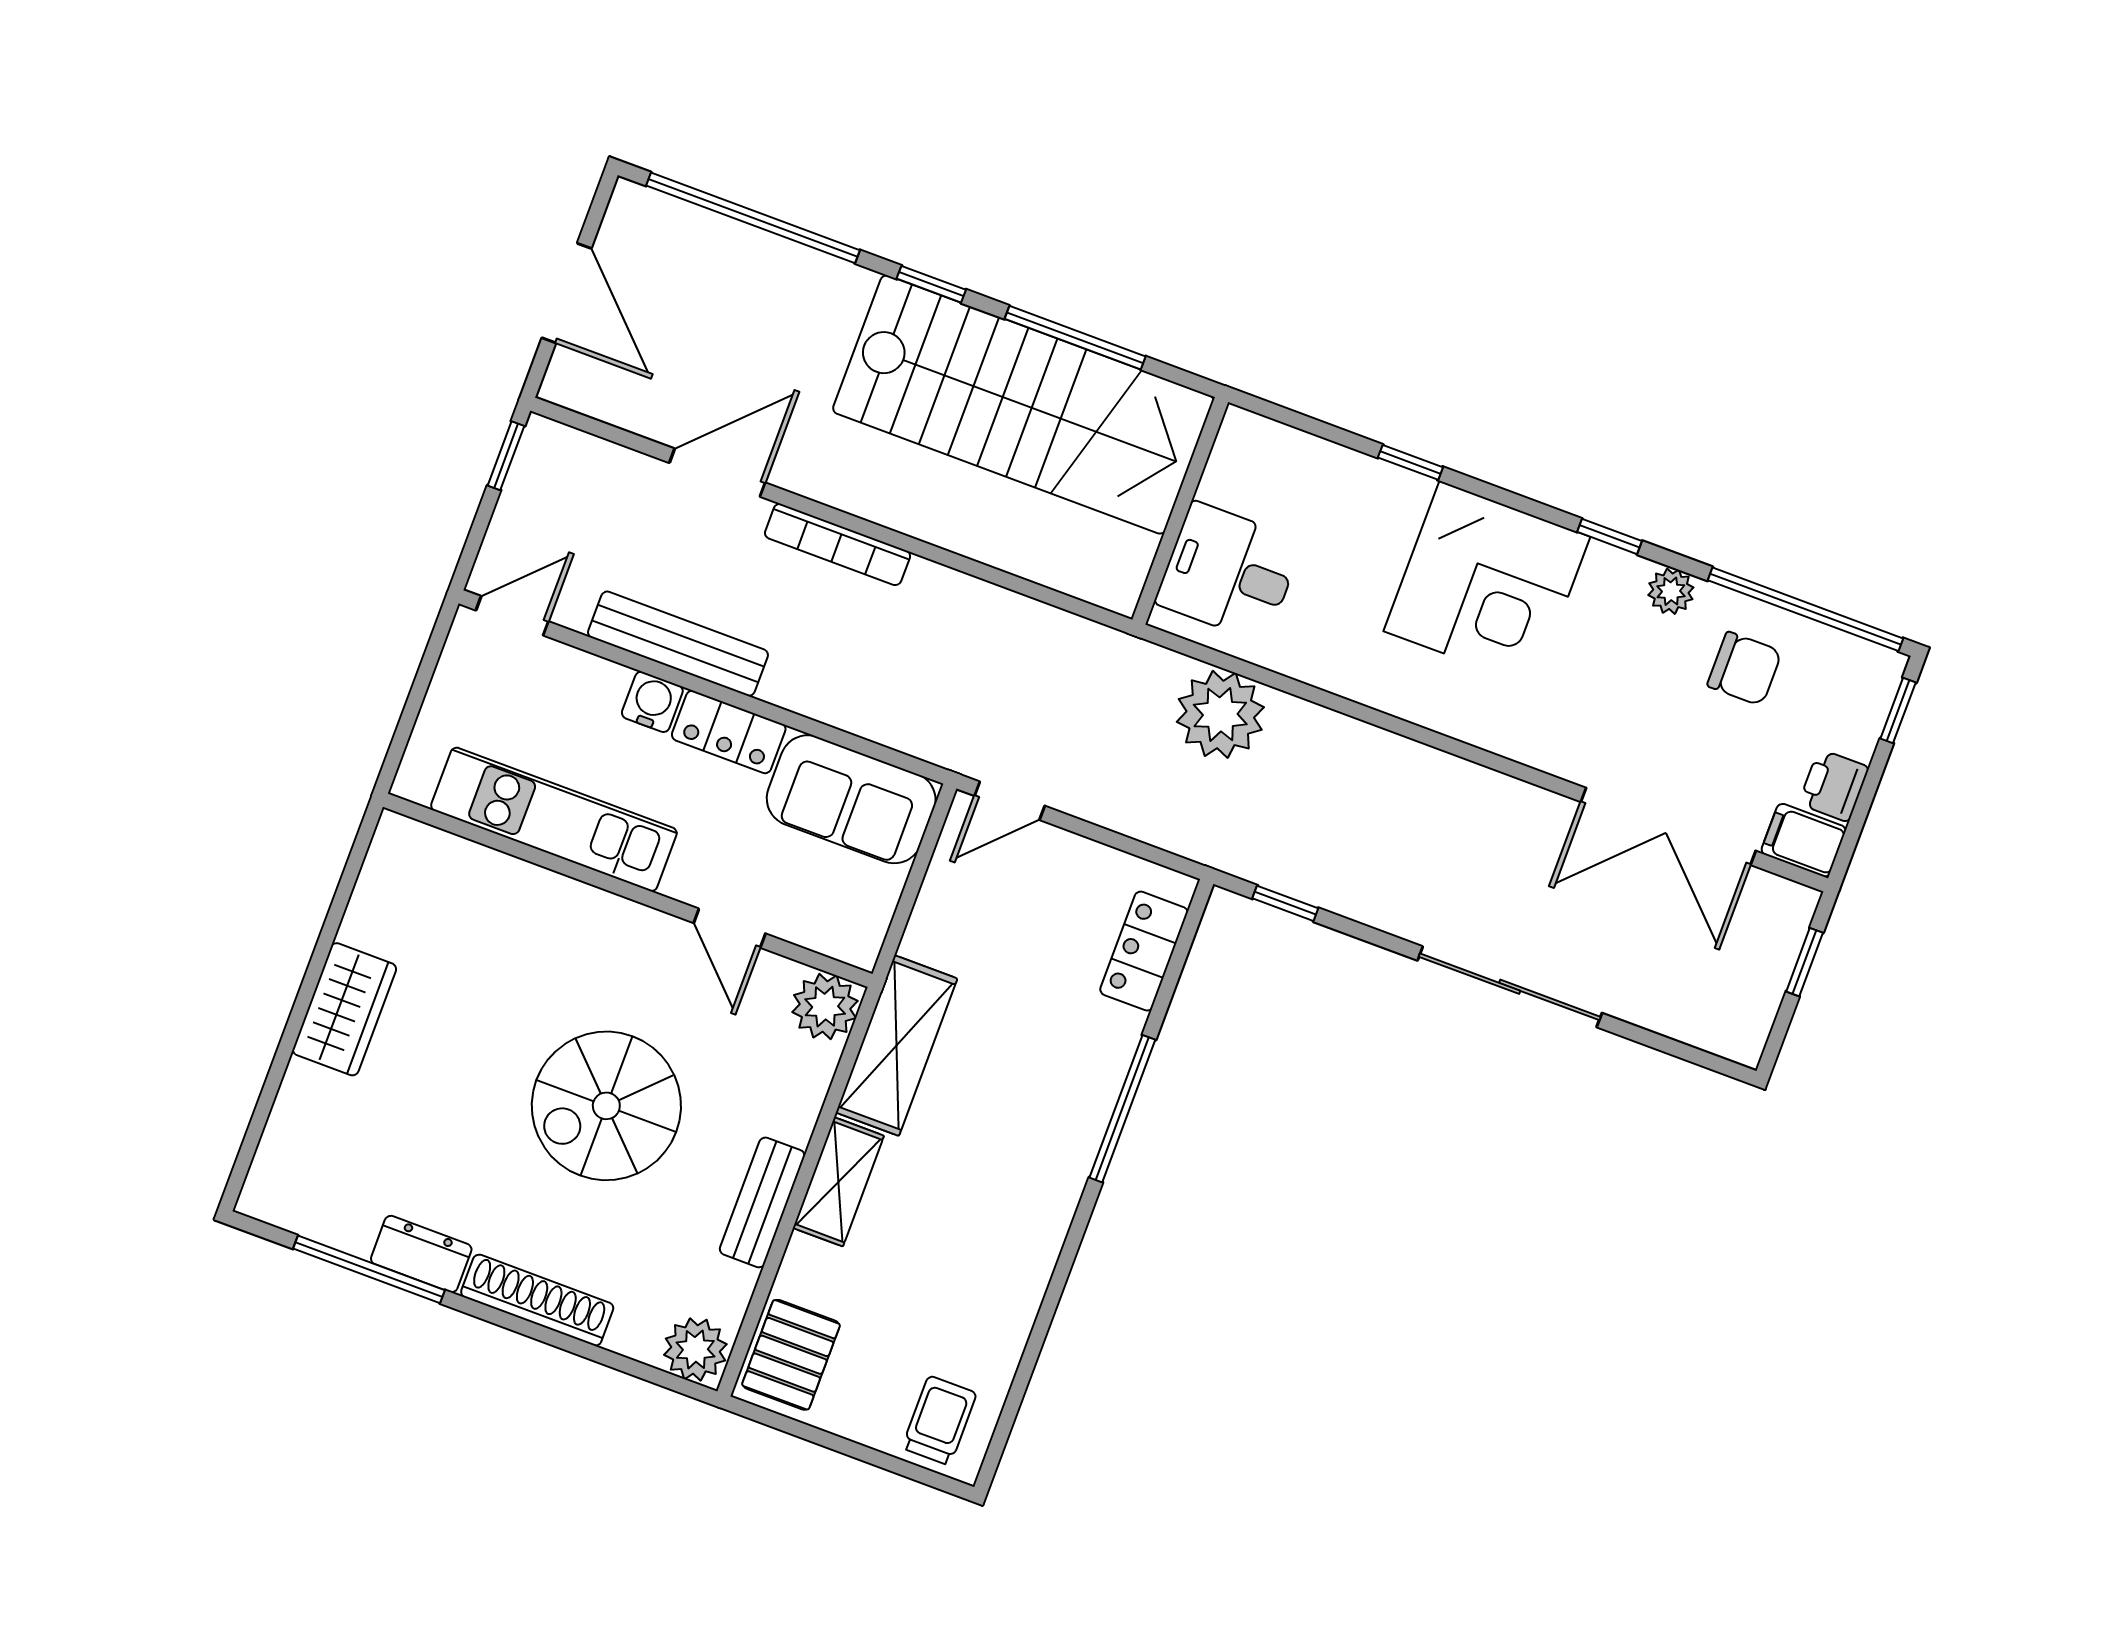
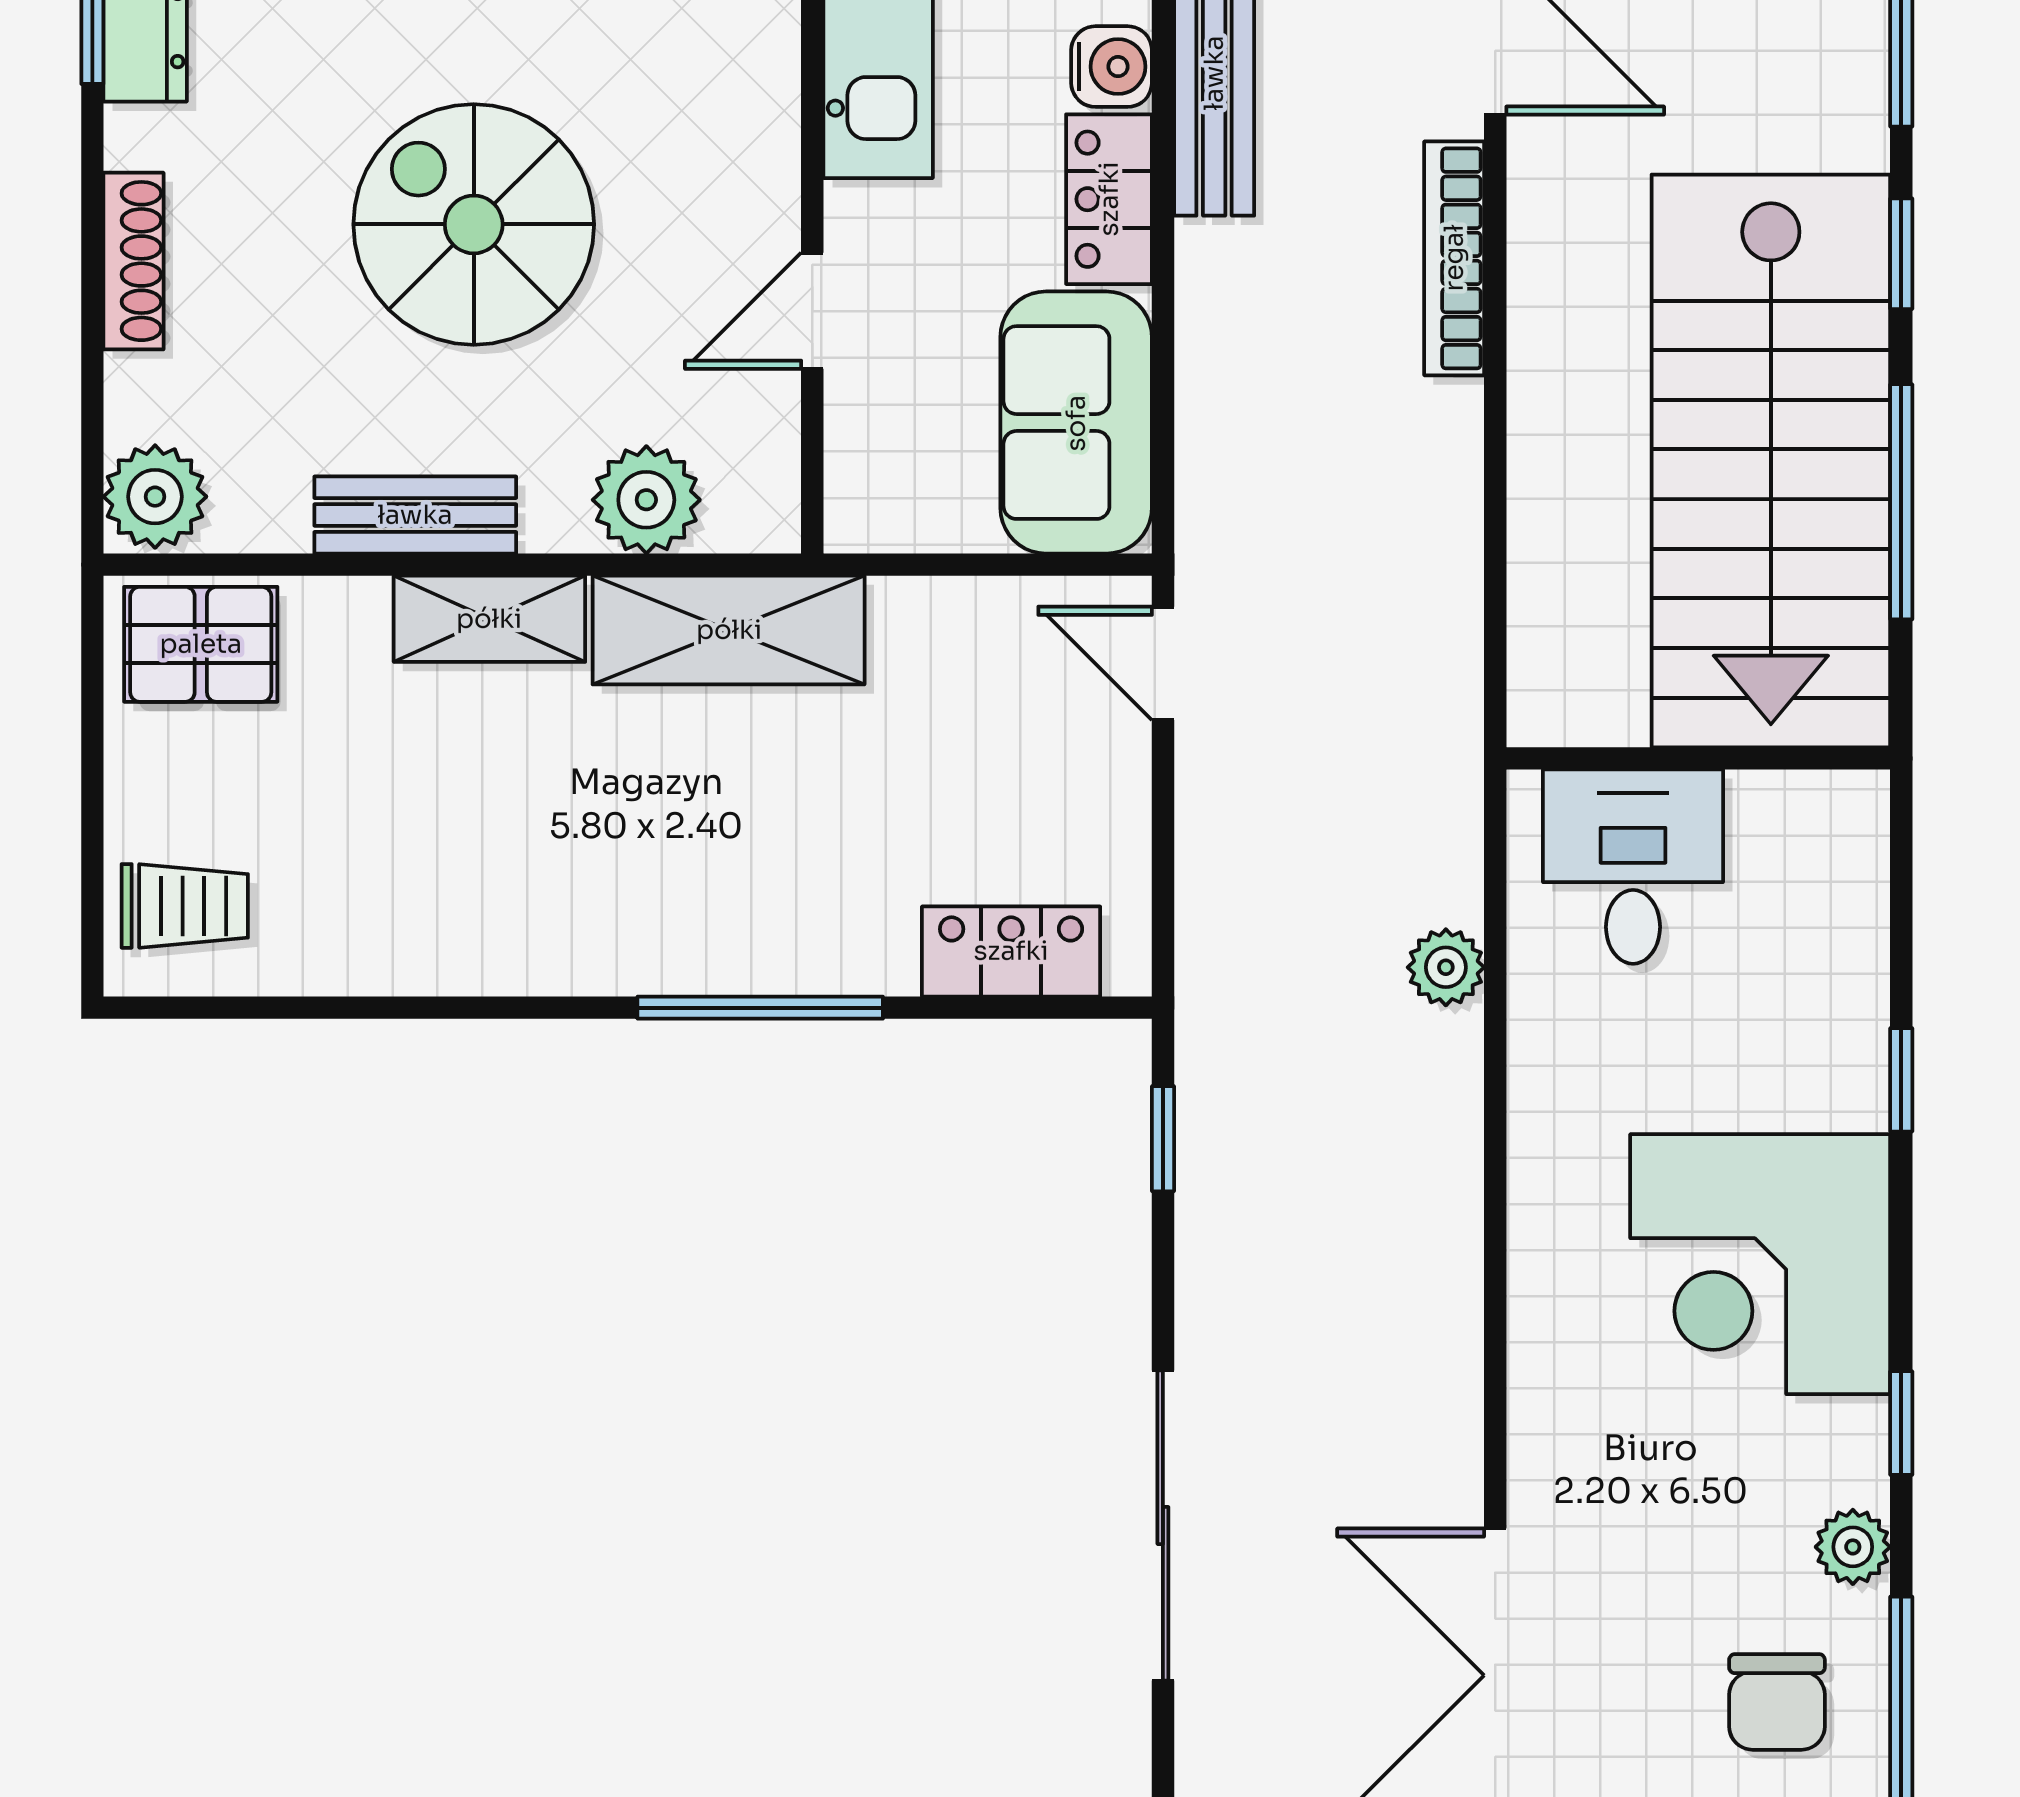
plant: (1220, 714) -> (1446, 967), width x0.53, depth x0.53
plant: (825, 1007) -> (646, 500), moved
shoe rack: (537, 1300) -> (134, 261), width x0.74, depth x0.81

